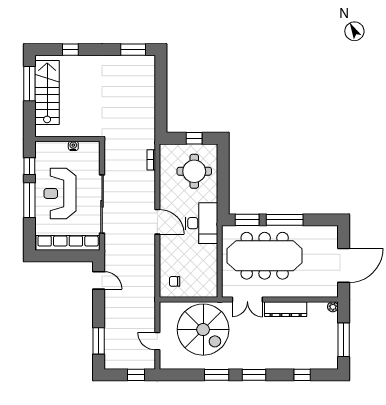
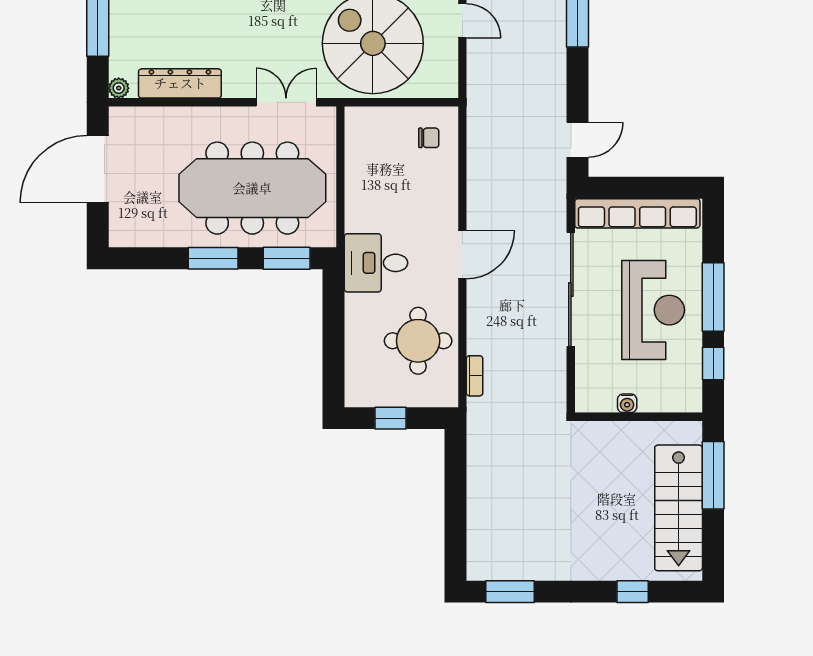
window: (29, 84) -> (713, 475), moved
round table: (194, 171) -> (418, 341), moved
window: (285, 220) -> (213, 258), width x0.69
door: (157, 222) -> (462, 255), swing flipped
desk: (201, 223) -> (376, 263), width x0.73
door: (99, 280) -> (578, 140), swing flipped
dresser: (286, 309) -> (180, 83), moved

